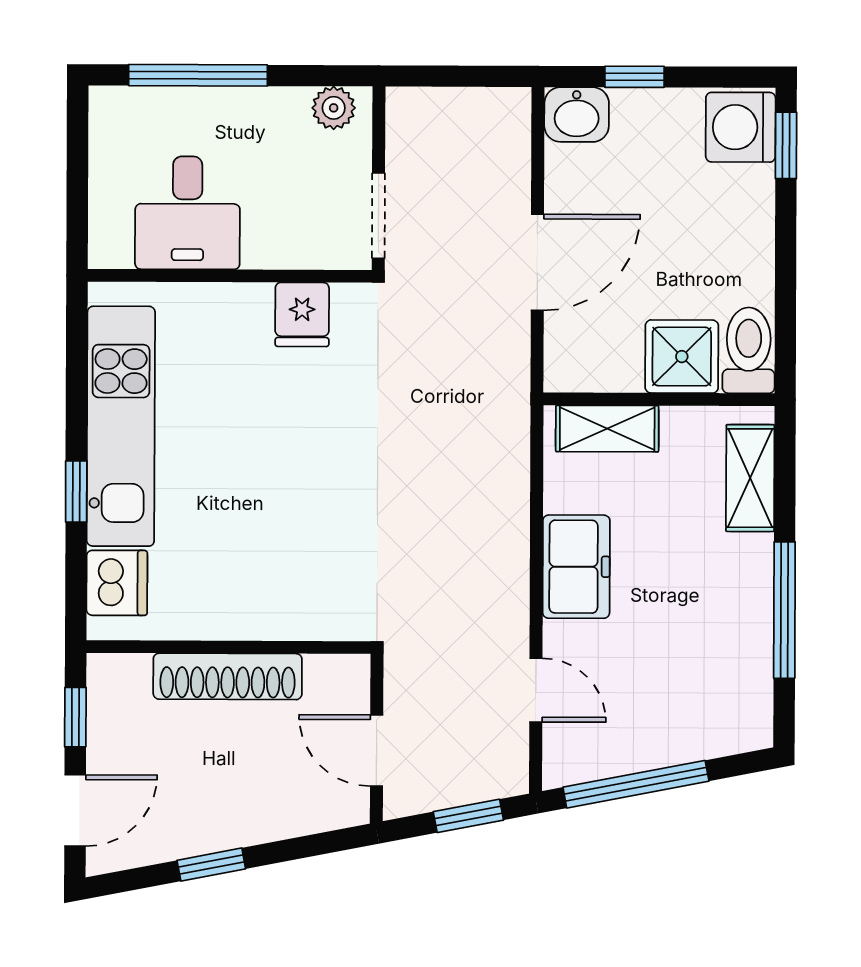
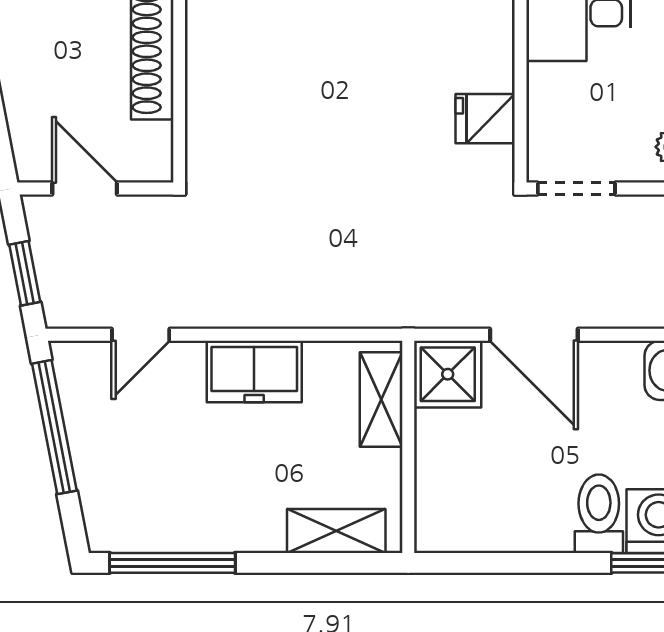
toilet: (749, 350) -> (599, 514), moved, turned -90
shower: (682, 357) -> (448, 374), moved
window: (784, 610) -> (172, 563), moved
door: (377, 751) -> (85, 189), hinge flipped

